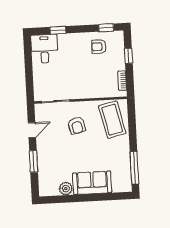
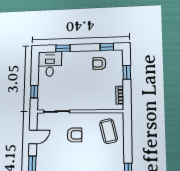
window: (29, 80) -> (34, 92), added
coffee table: (112, 120) -> (109, 131), width x0.73, depth x0.76
armchair: (77, 125) -> (75, 135), turned -76

